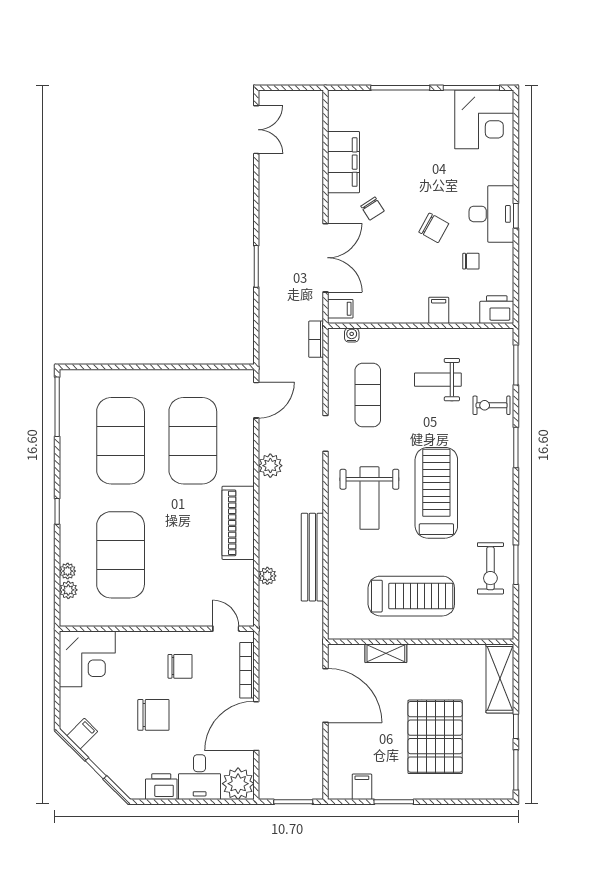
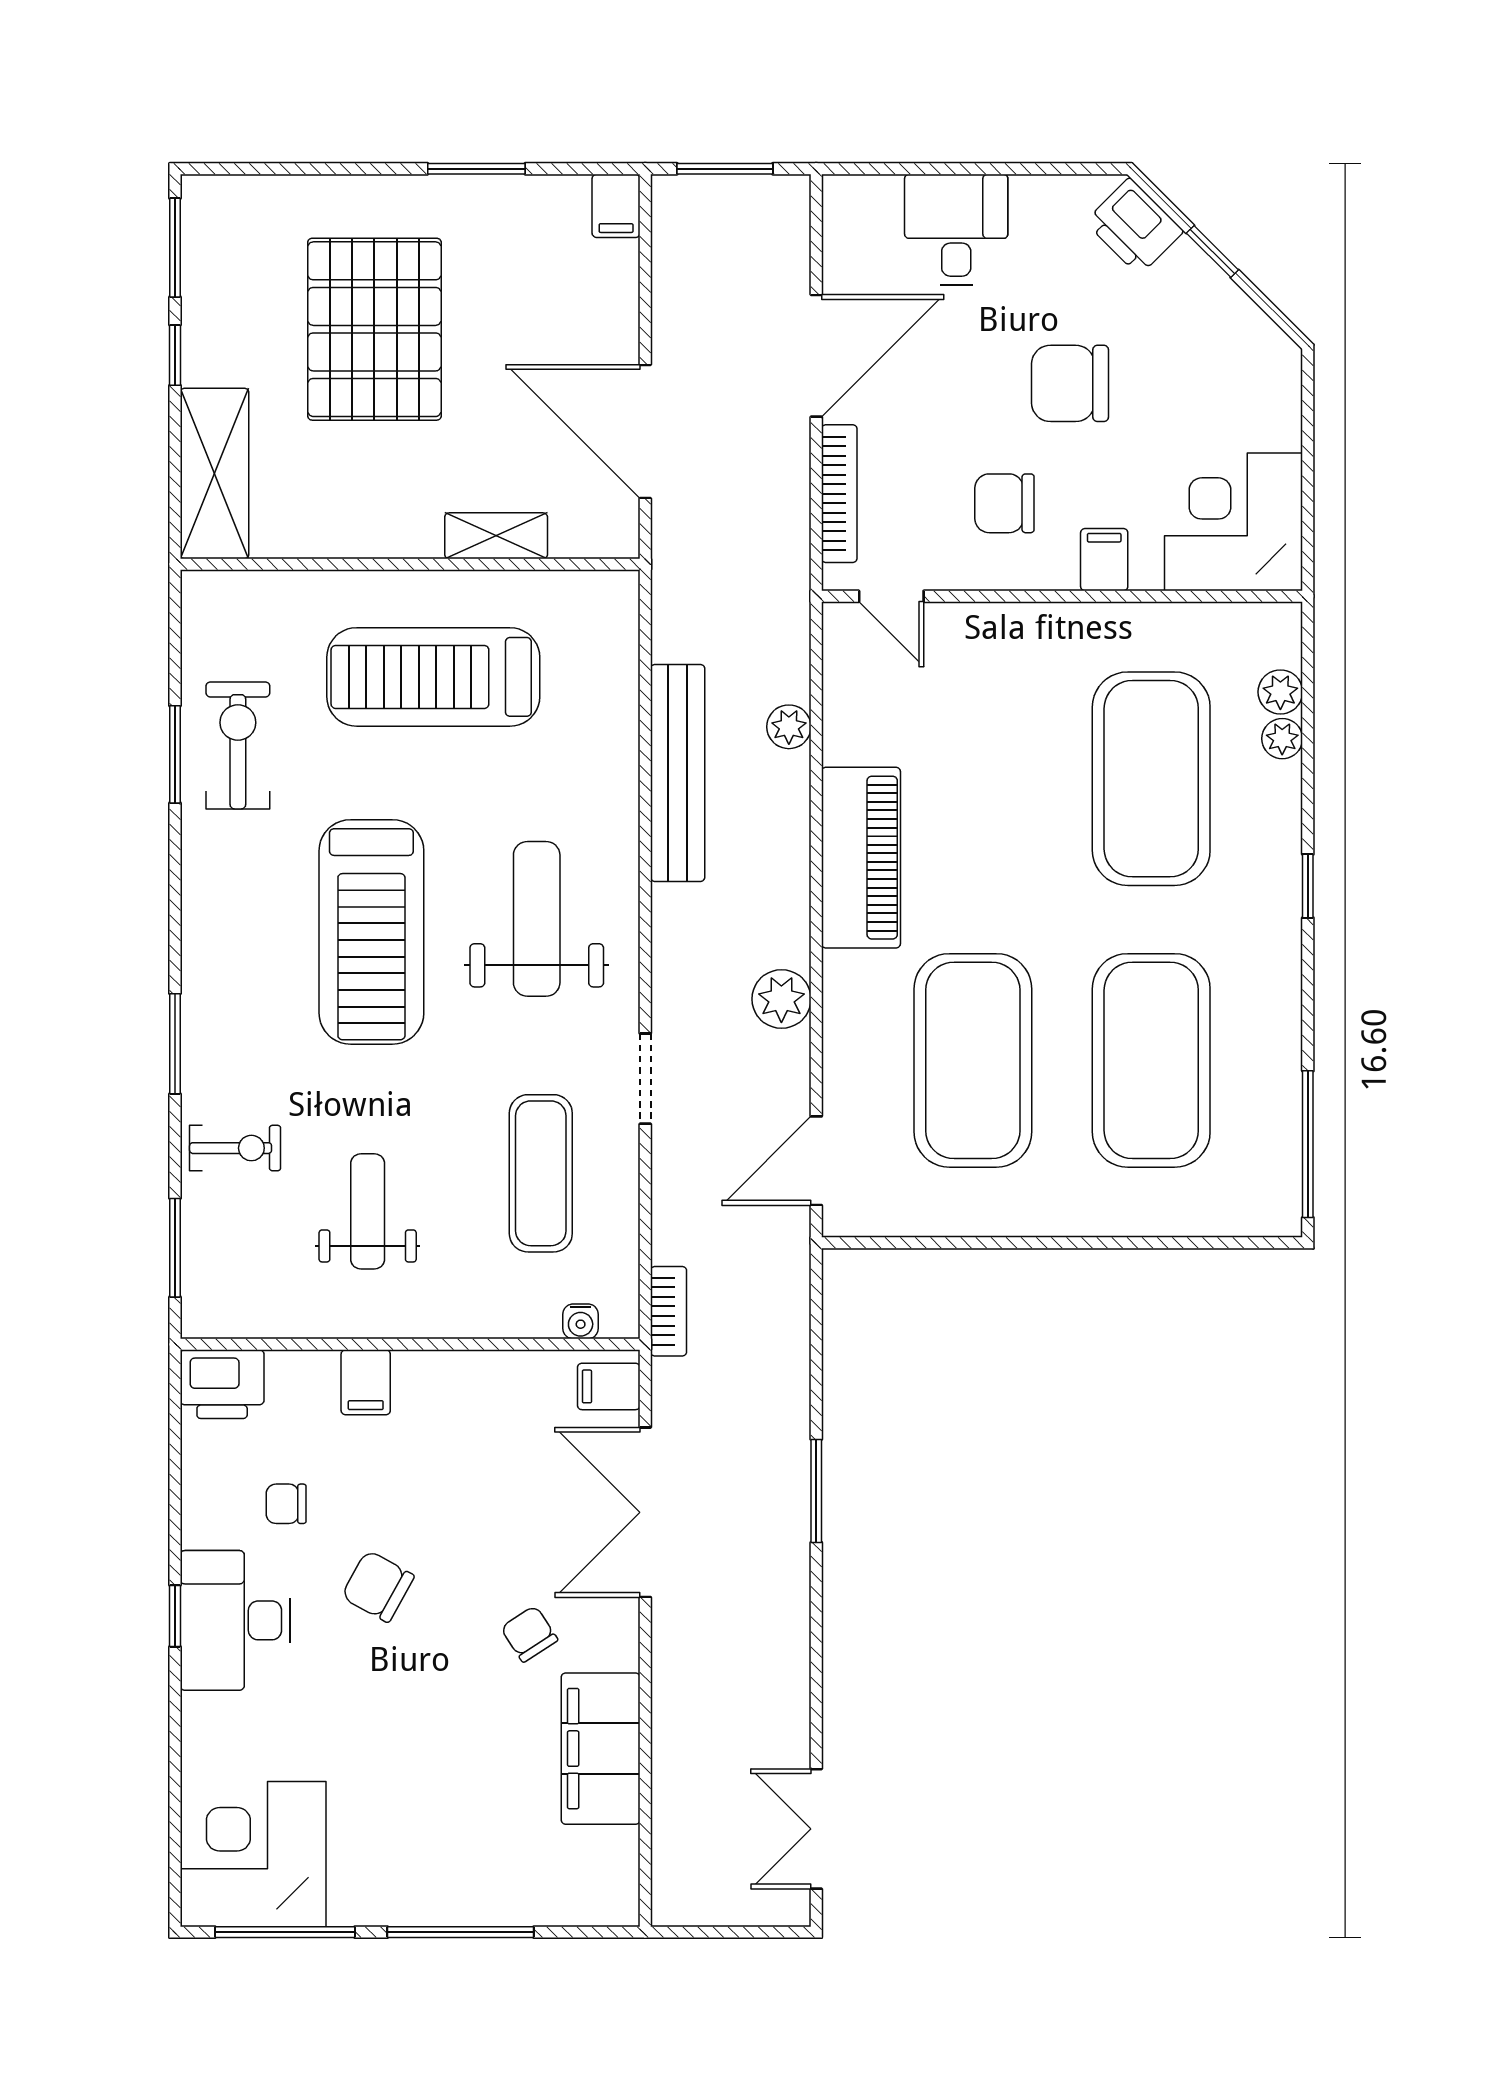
weight bench: (438, 380) -> (368, 1211), turned -90
filing cabinet: (82, 734) -> (1104, 560), moved, turned 135
plant: (238, 784) -> (861, 214), removed
printer: (161, 787) -> (1134, 226), moved, turned 45
filing cabinet: (362, 787) -> (616, 206), moved

